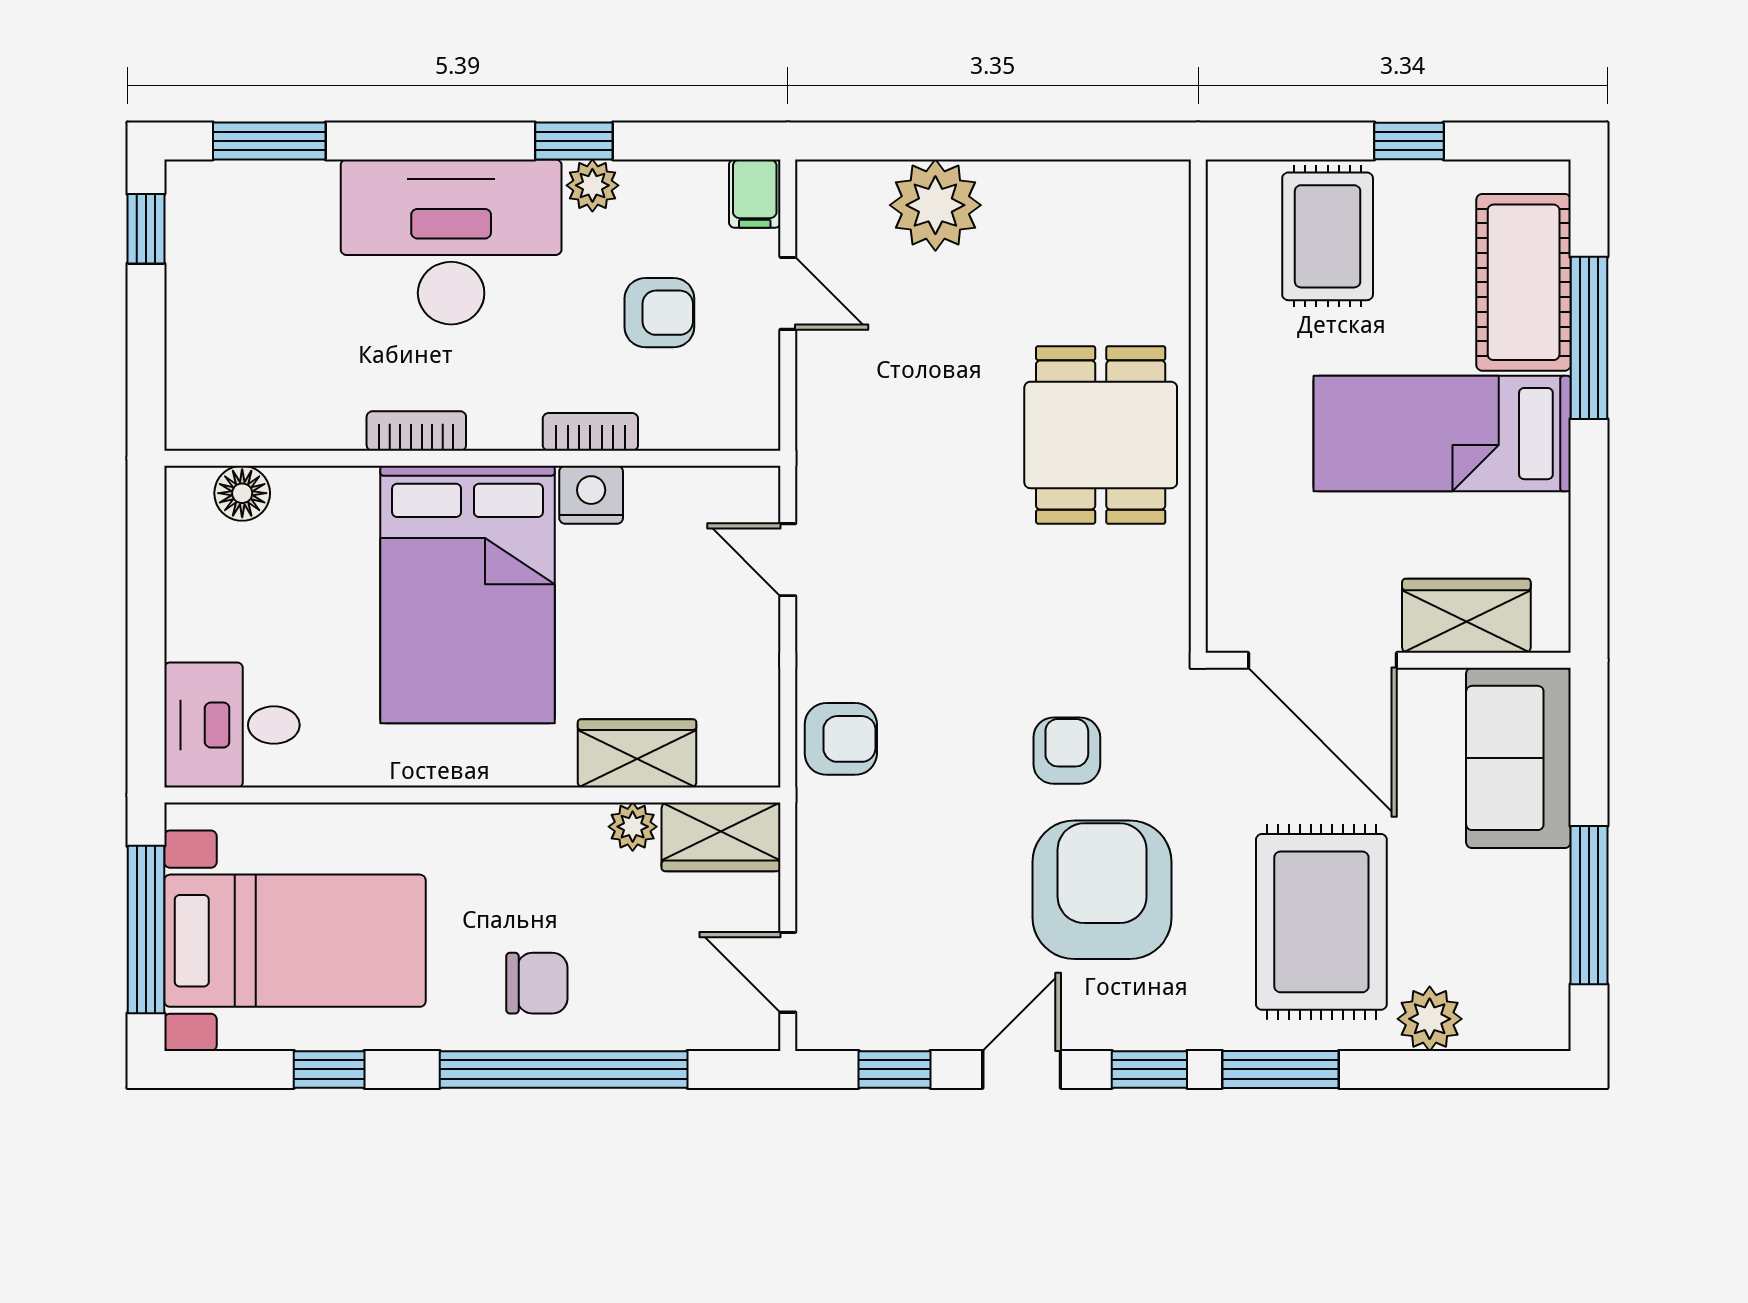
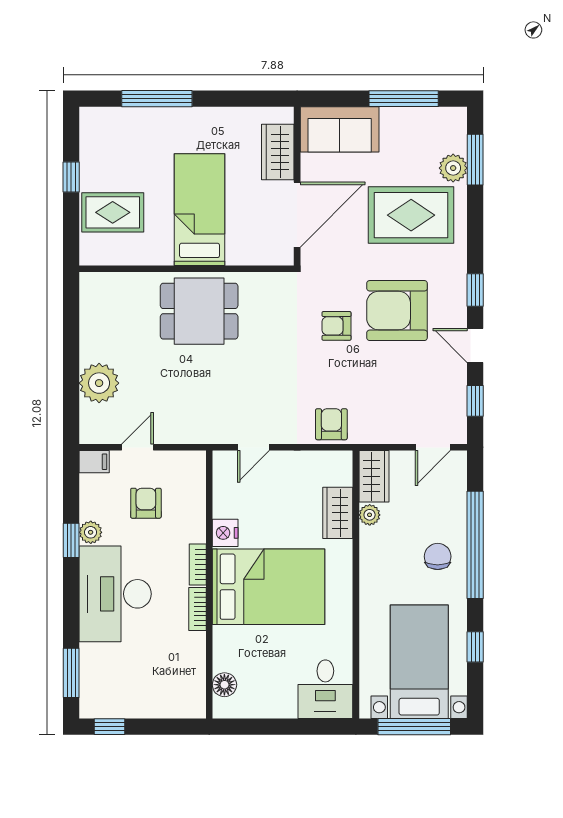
cot: (1524, 282) -> (133, 127), removed
bookcase: (590, 432) -> (198, 565), moved
bed: (1442, 434) -> (200, 210), moved, turned 180
window: (1281, 1069) -> (475, 160), moved

